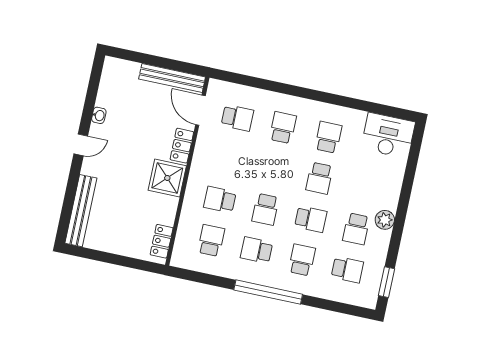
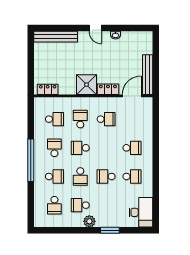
school desk: (237, 118) -> (106, 119), moved, turned -90
window: (386, 282) -> (110, 230), moved

